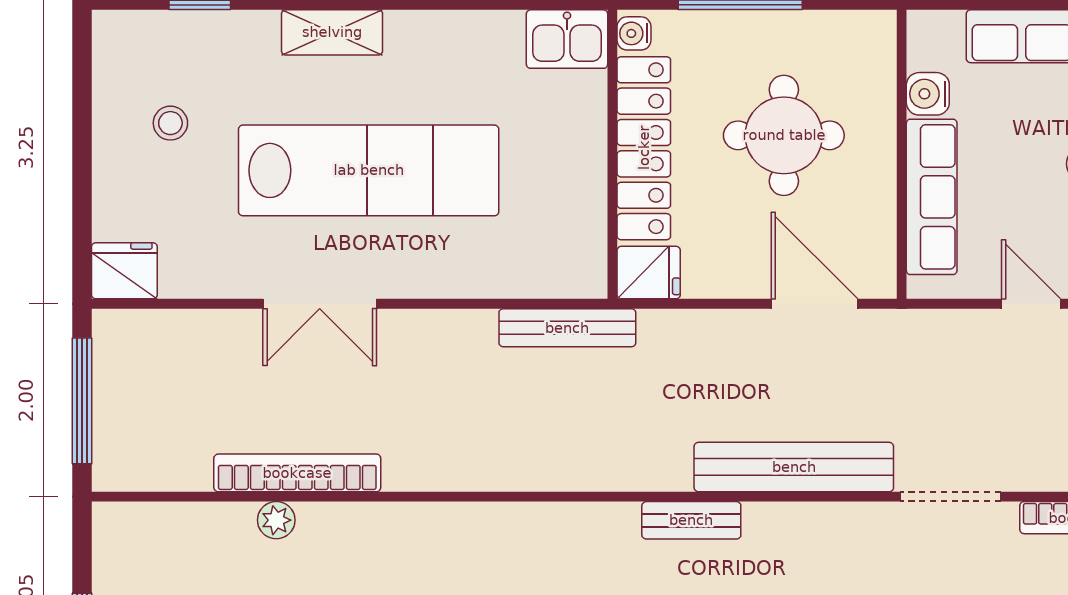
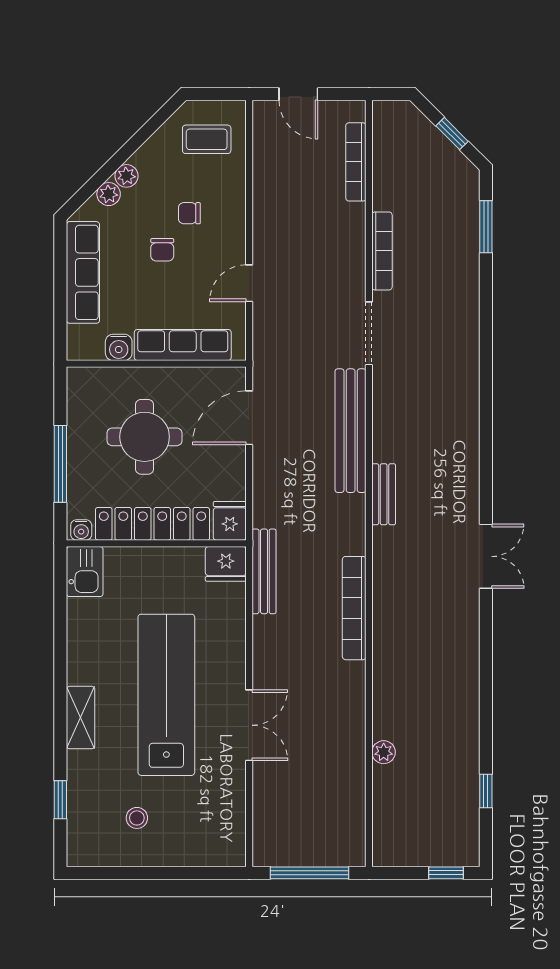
fridge: (124, 271) -> (226, 564), moved, turned -90
bookcase: (297, 473) -> (354, 608), moved

